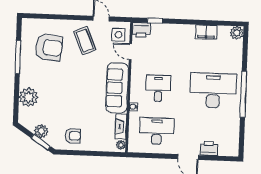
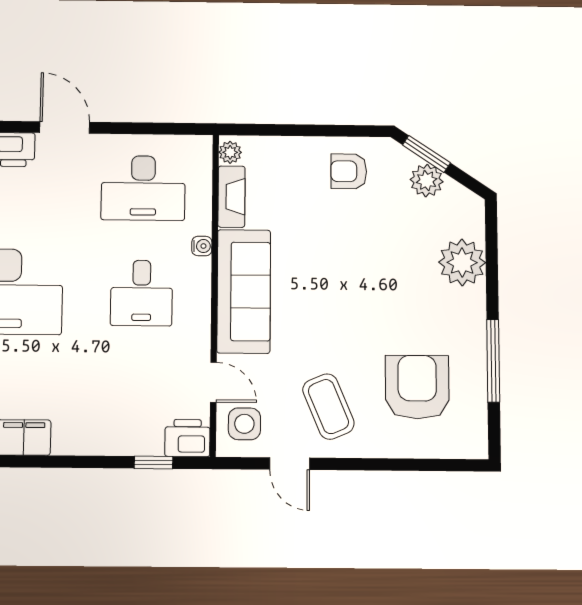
armchair: (49, 47) -> (417, 387), turned 85

